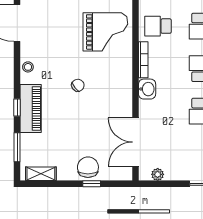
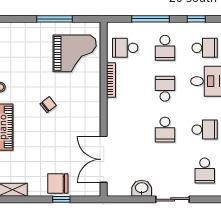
washbasin: (147, 89) -> (142, 188), moved, turned -90
chair: (88, 167) -> (58, 183), turned -90
plant: (158, 174) -> (125, 190), removed

